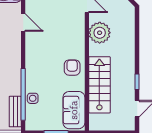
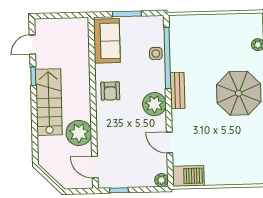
plant: (35, 55) -> (154, 104), added
stairs: (99, 85) -> (49, 102), moved, turned 180
bench: (15, 112) -> (178, 90), moved

